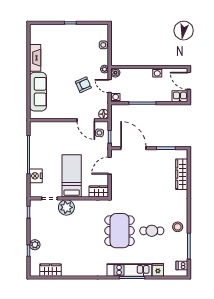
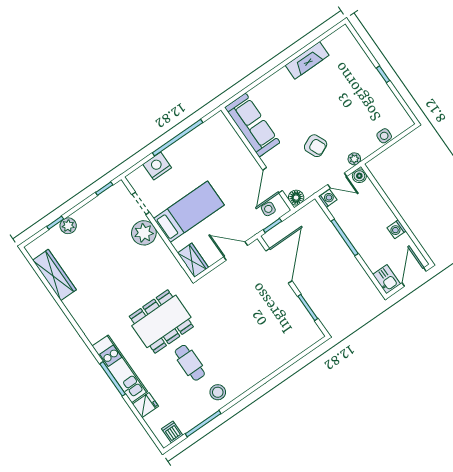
door: (110, 86) -> (337, 180), swing flipped
sofa: (38, 92) -> (252, 125), moved, turned -90
wardrobe: (182, 174) -> (289, 351), removed
wardrobe: (50, 270) -> (54, 275), width x1.50

